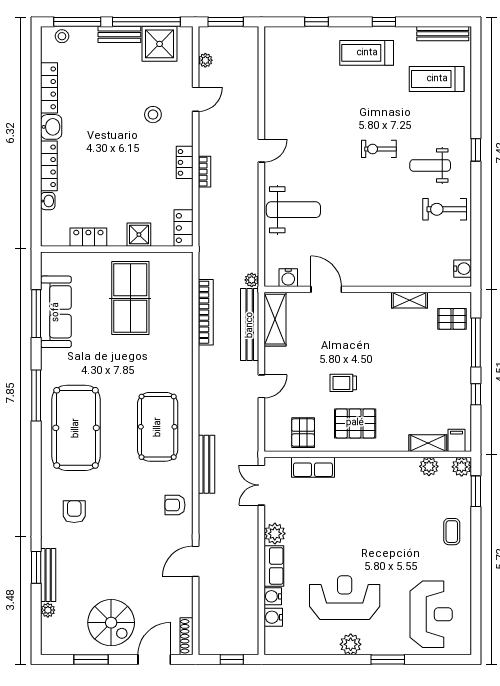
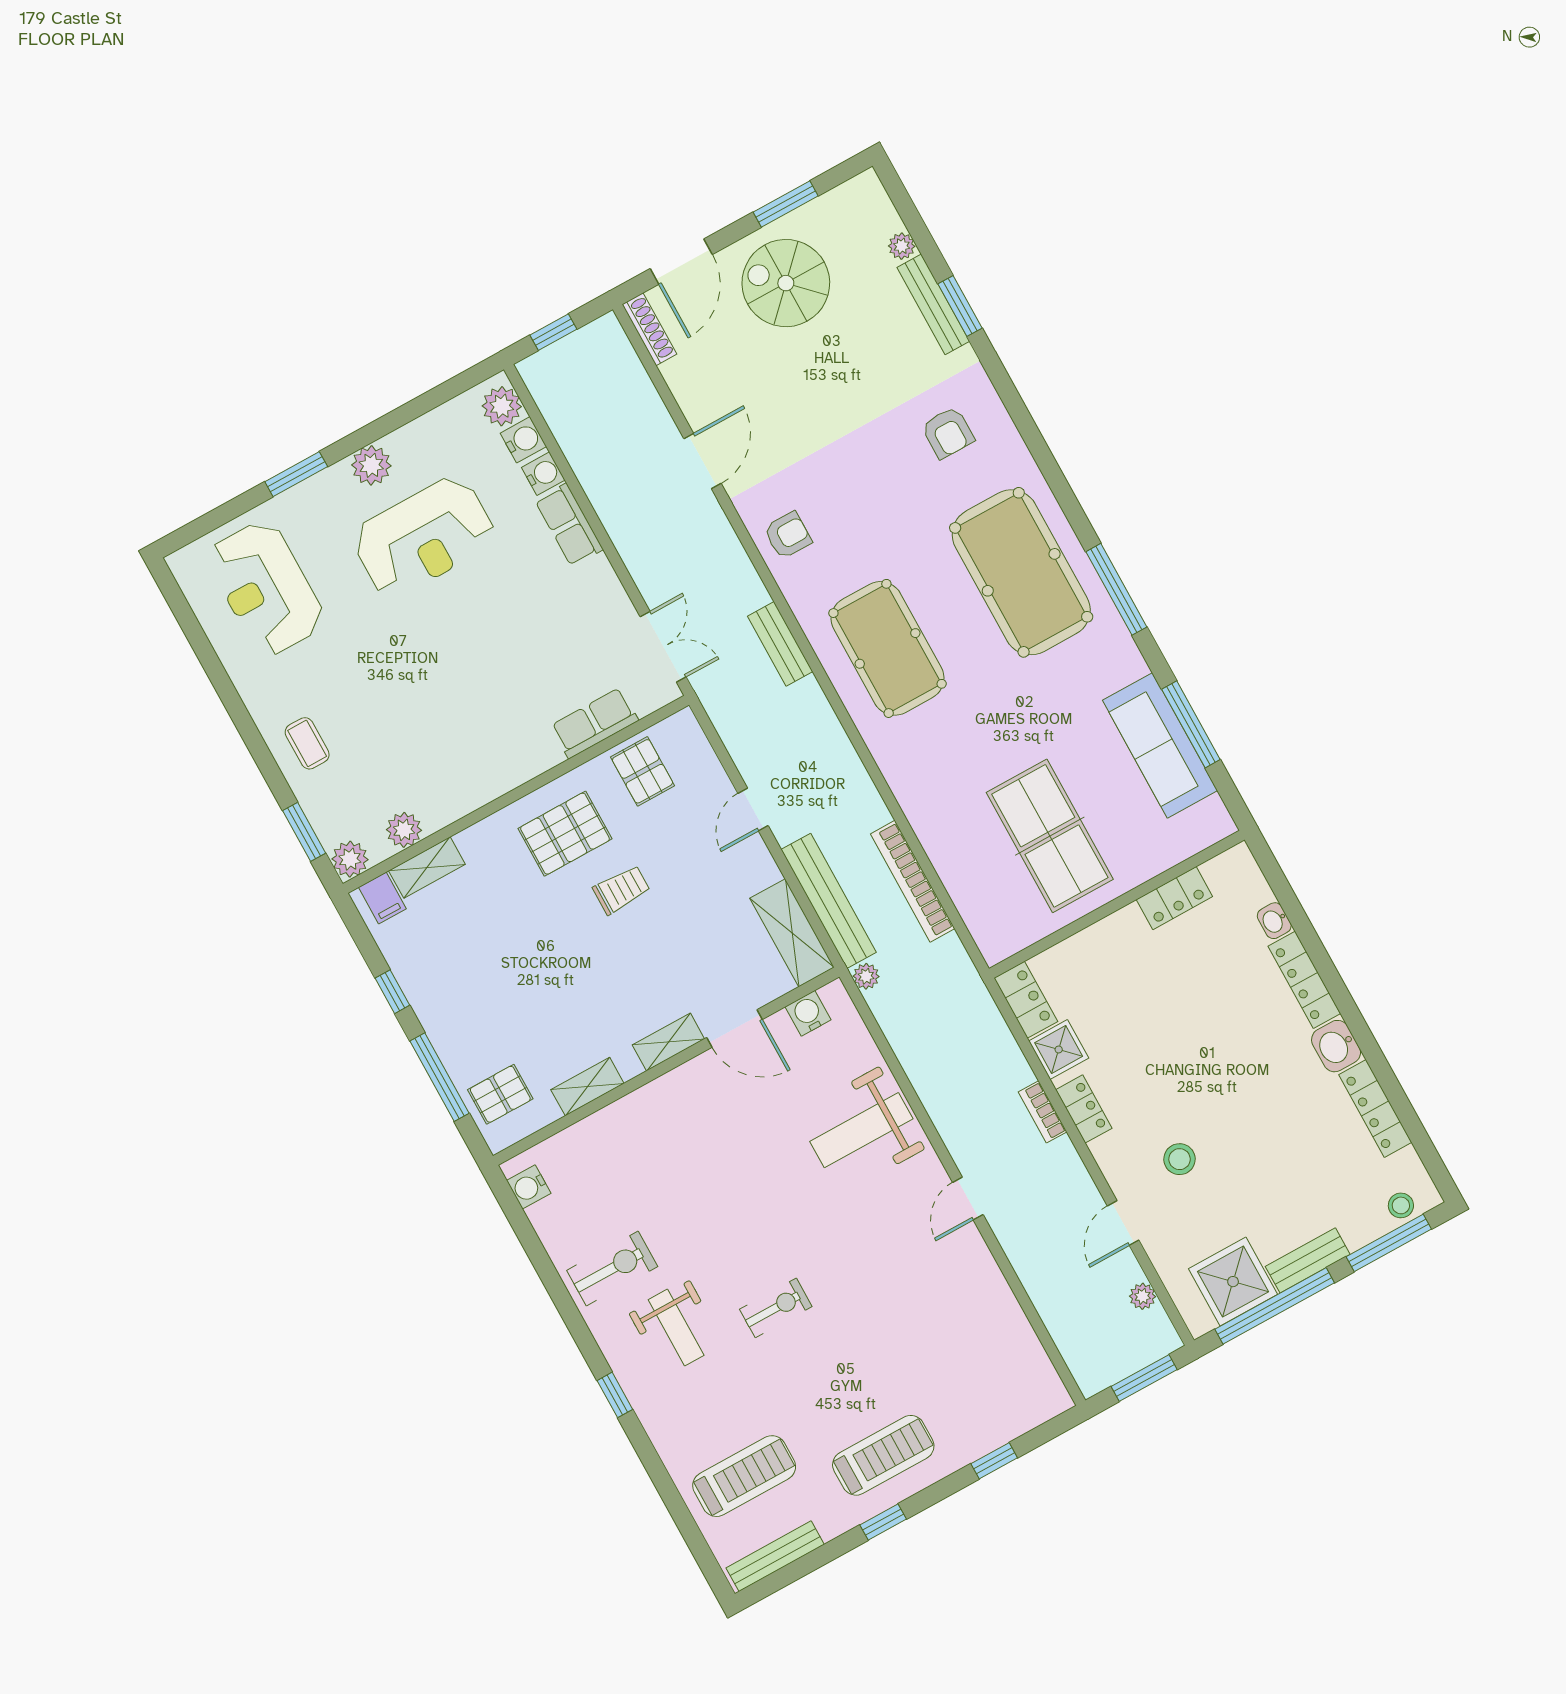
weight bench: (430, 165) -> (676, 1327), turned 90
shower: (139, 235) -> (1059, 1050), moved
shelving: (360, 300) -> (668, 1042), added
bench: (206, 464) -> (780, 644), width x0.73
plant: (275, 534) -> (502, 406), moved

